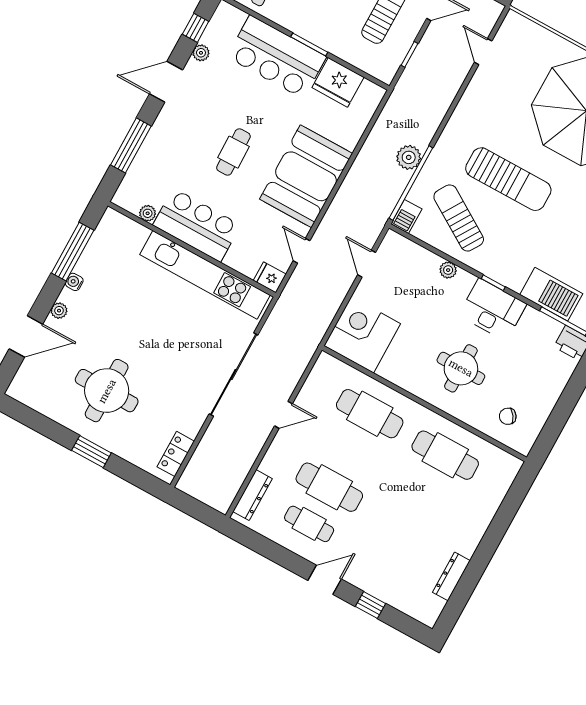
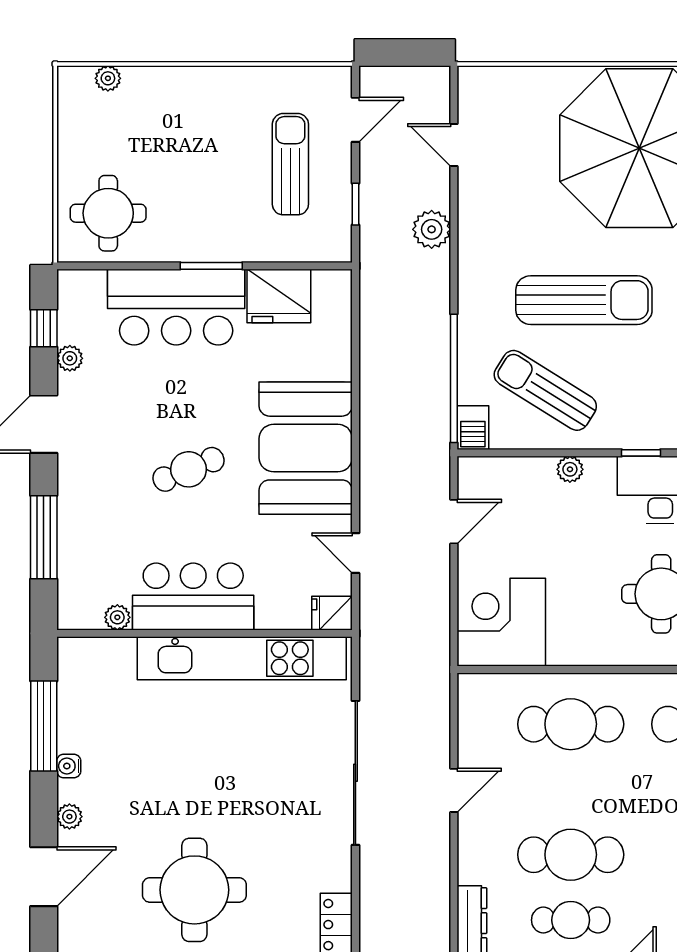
cafe table: (233, 152) -> (189, 469), turned 69
plant: (409, 157) -> (432, 229), moved
door: (367, 264) -> (454, 522), swing flipped

